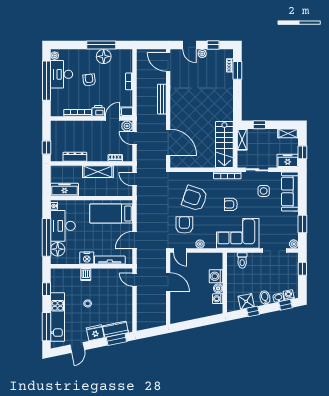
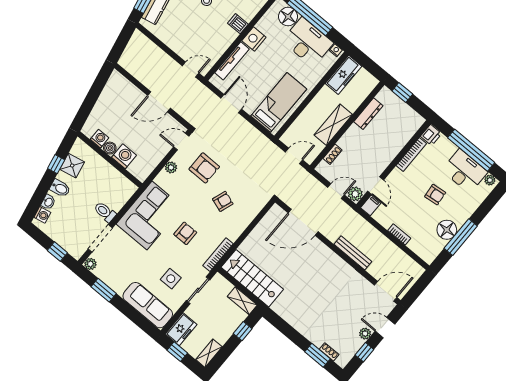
printer: (98, 111) -> (431, 135), moved
armchair: (195, 198) -> (223, 201), width x0.53, depth x0.53
toilet: (242, 260) -> (105, 212), moved
window: (285, 305) -> (35, 203), removed

